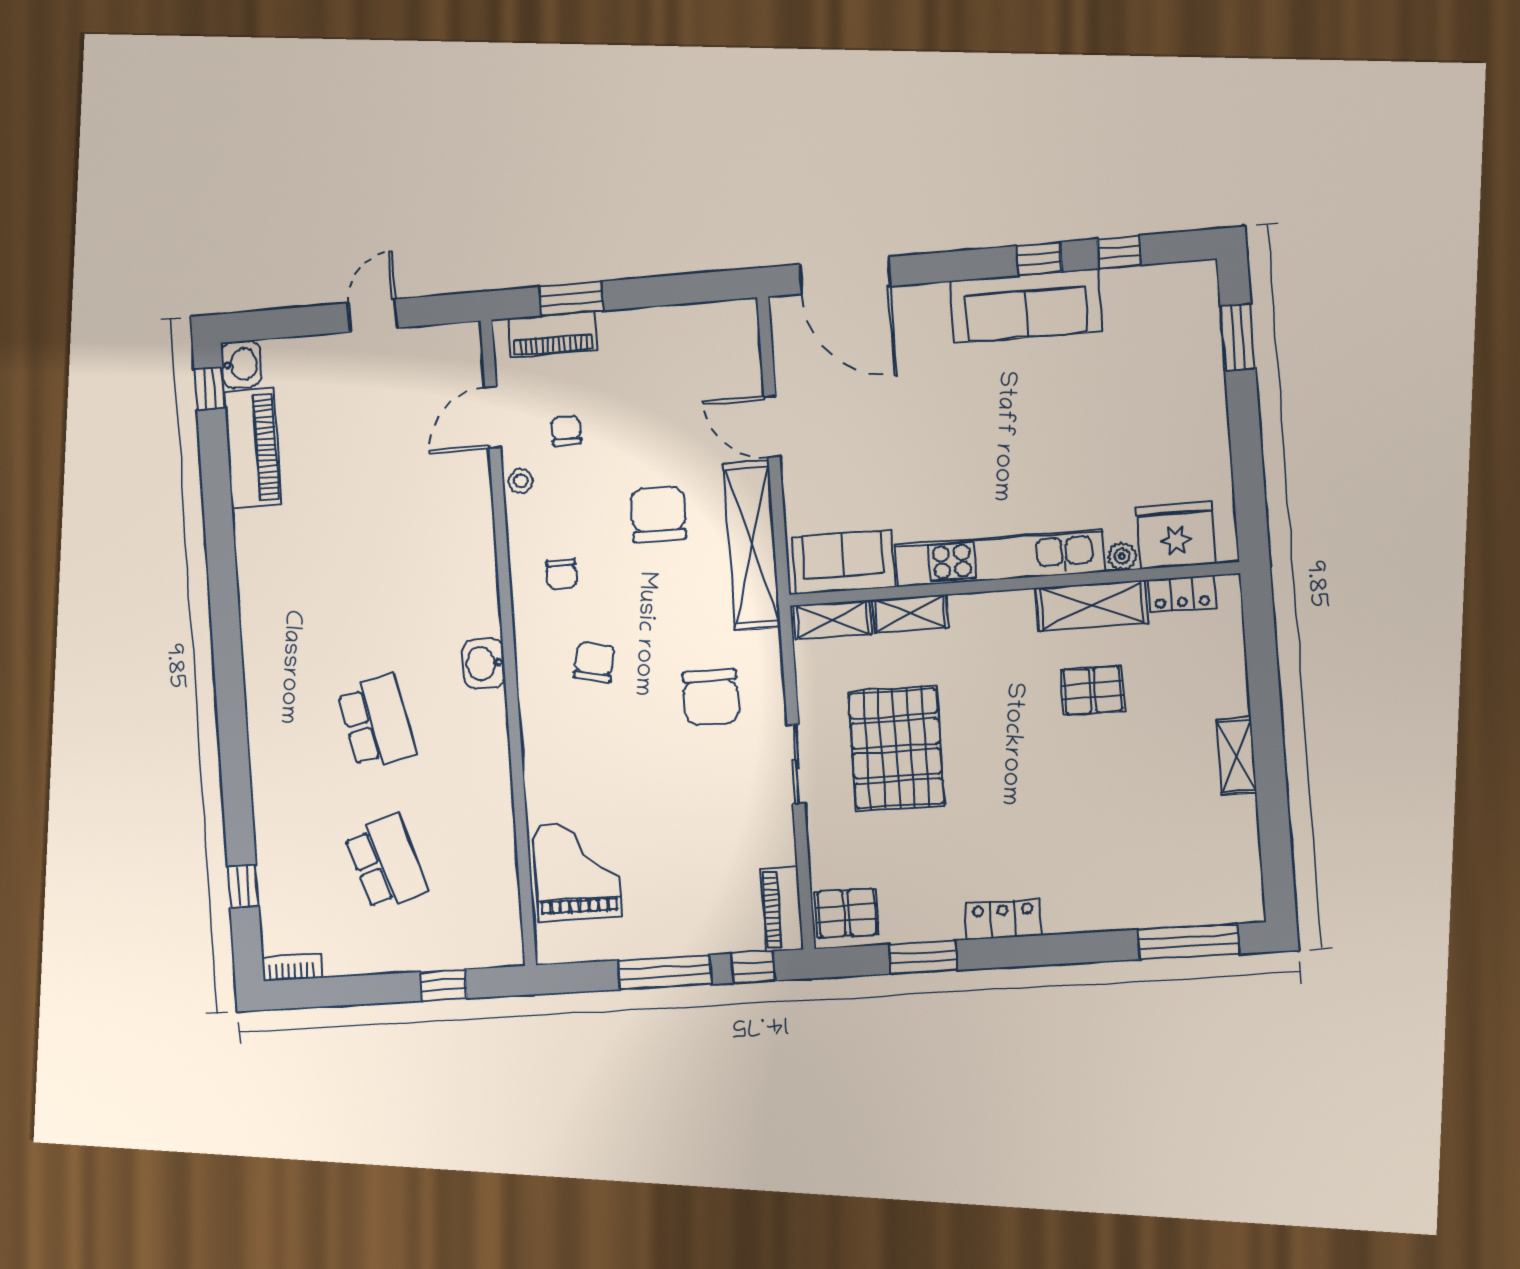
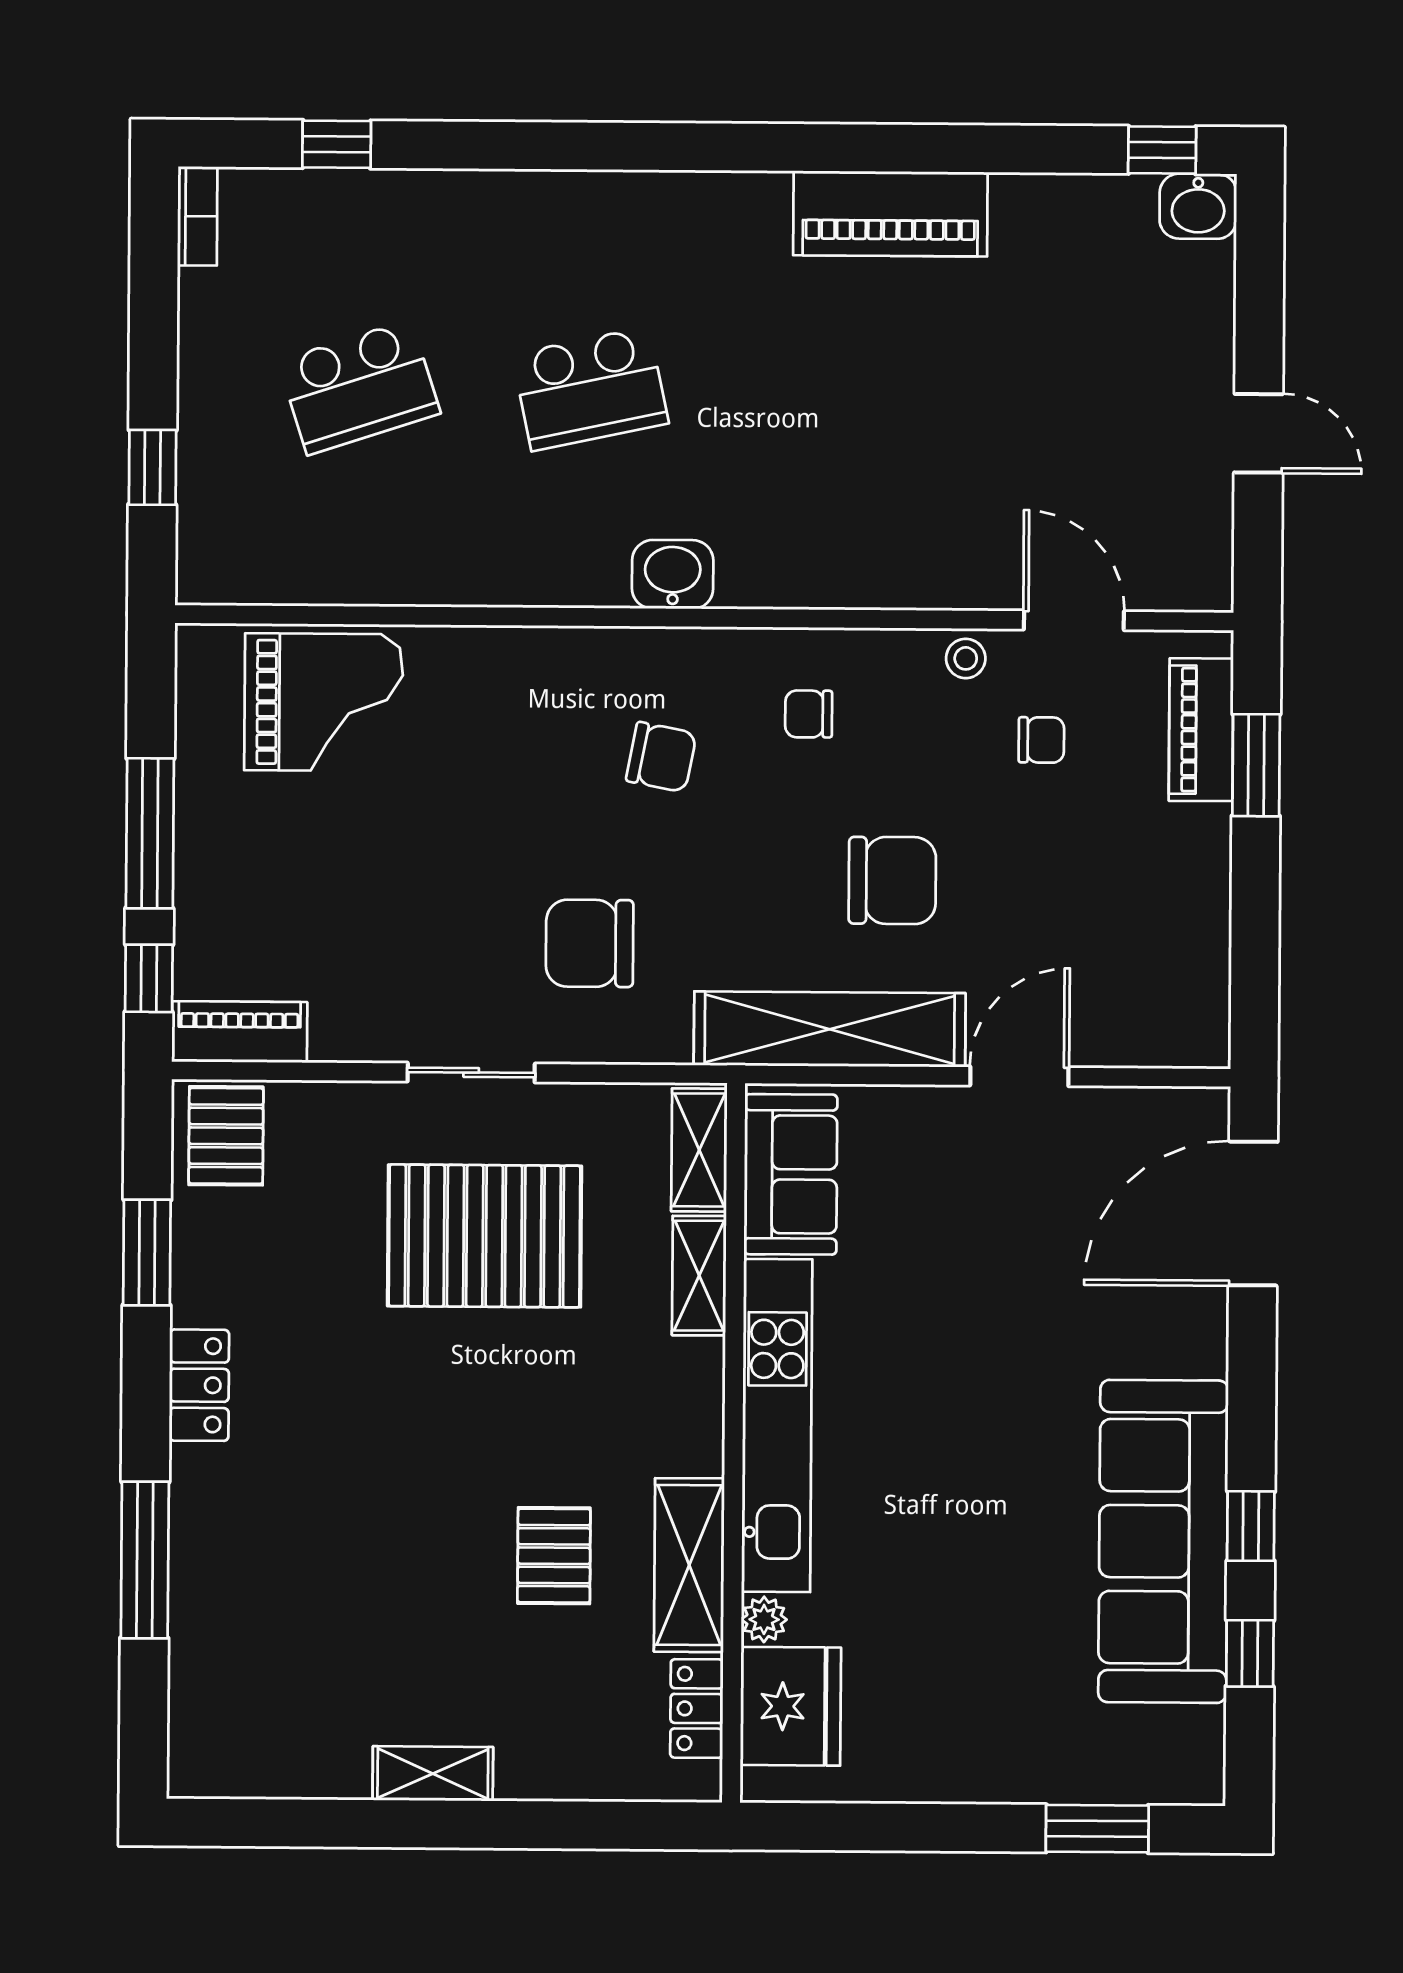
sofa: (1026, 306) -> (1163, 1541), width x1.36, depth x1.27
piano: (253, 448) -> (890, 214), moved
window: (1188, 942) -> (145, 1560), moved

